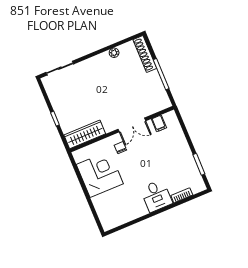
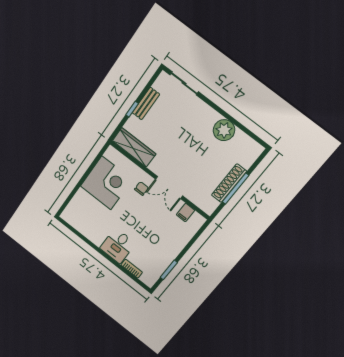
plant: (114, 53) -> (224, 130), width x1.88, depth x1.88
shoe rack: (145, 54) -> (229, 183), moved
bench: (57, 106) -> (146, 104), added

